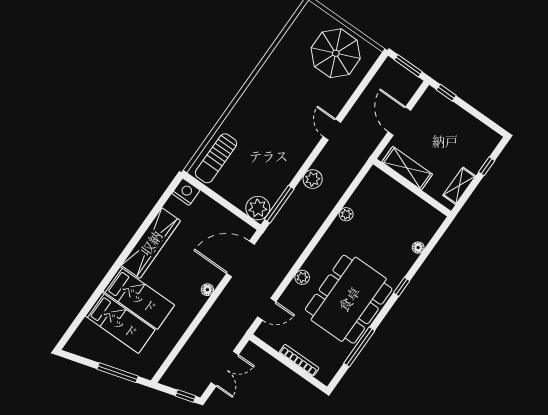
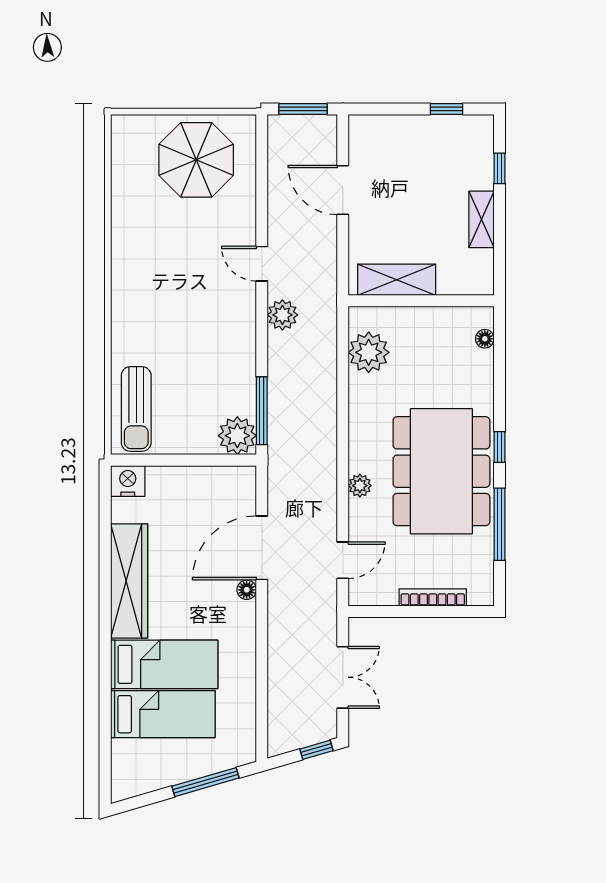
window: (446, 93) -> (447, 109), moved
shelving: (407, 168) -> (397, 280), moved
plant: (313, 179) -> (282, 315), moved
wall: (412, 188) -> (421, 301), moved
plant: (346, 214) -> (369, 352), width x1.87, depth x1.87
door: (241, 259) -> (262, 548), moved
window: (402, 287) -> (500, 447), moved

